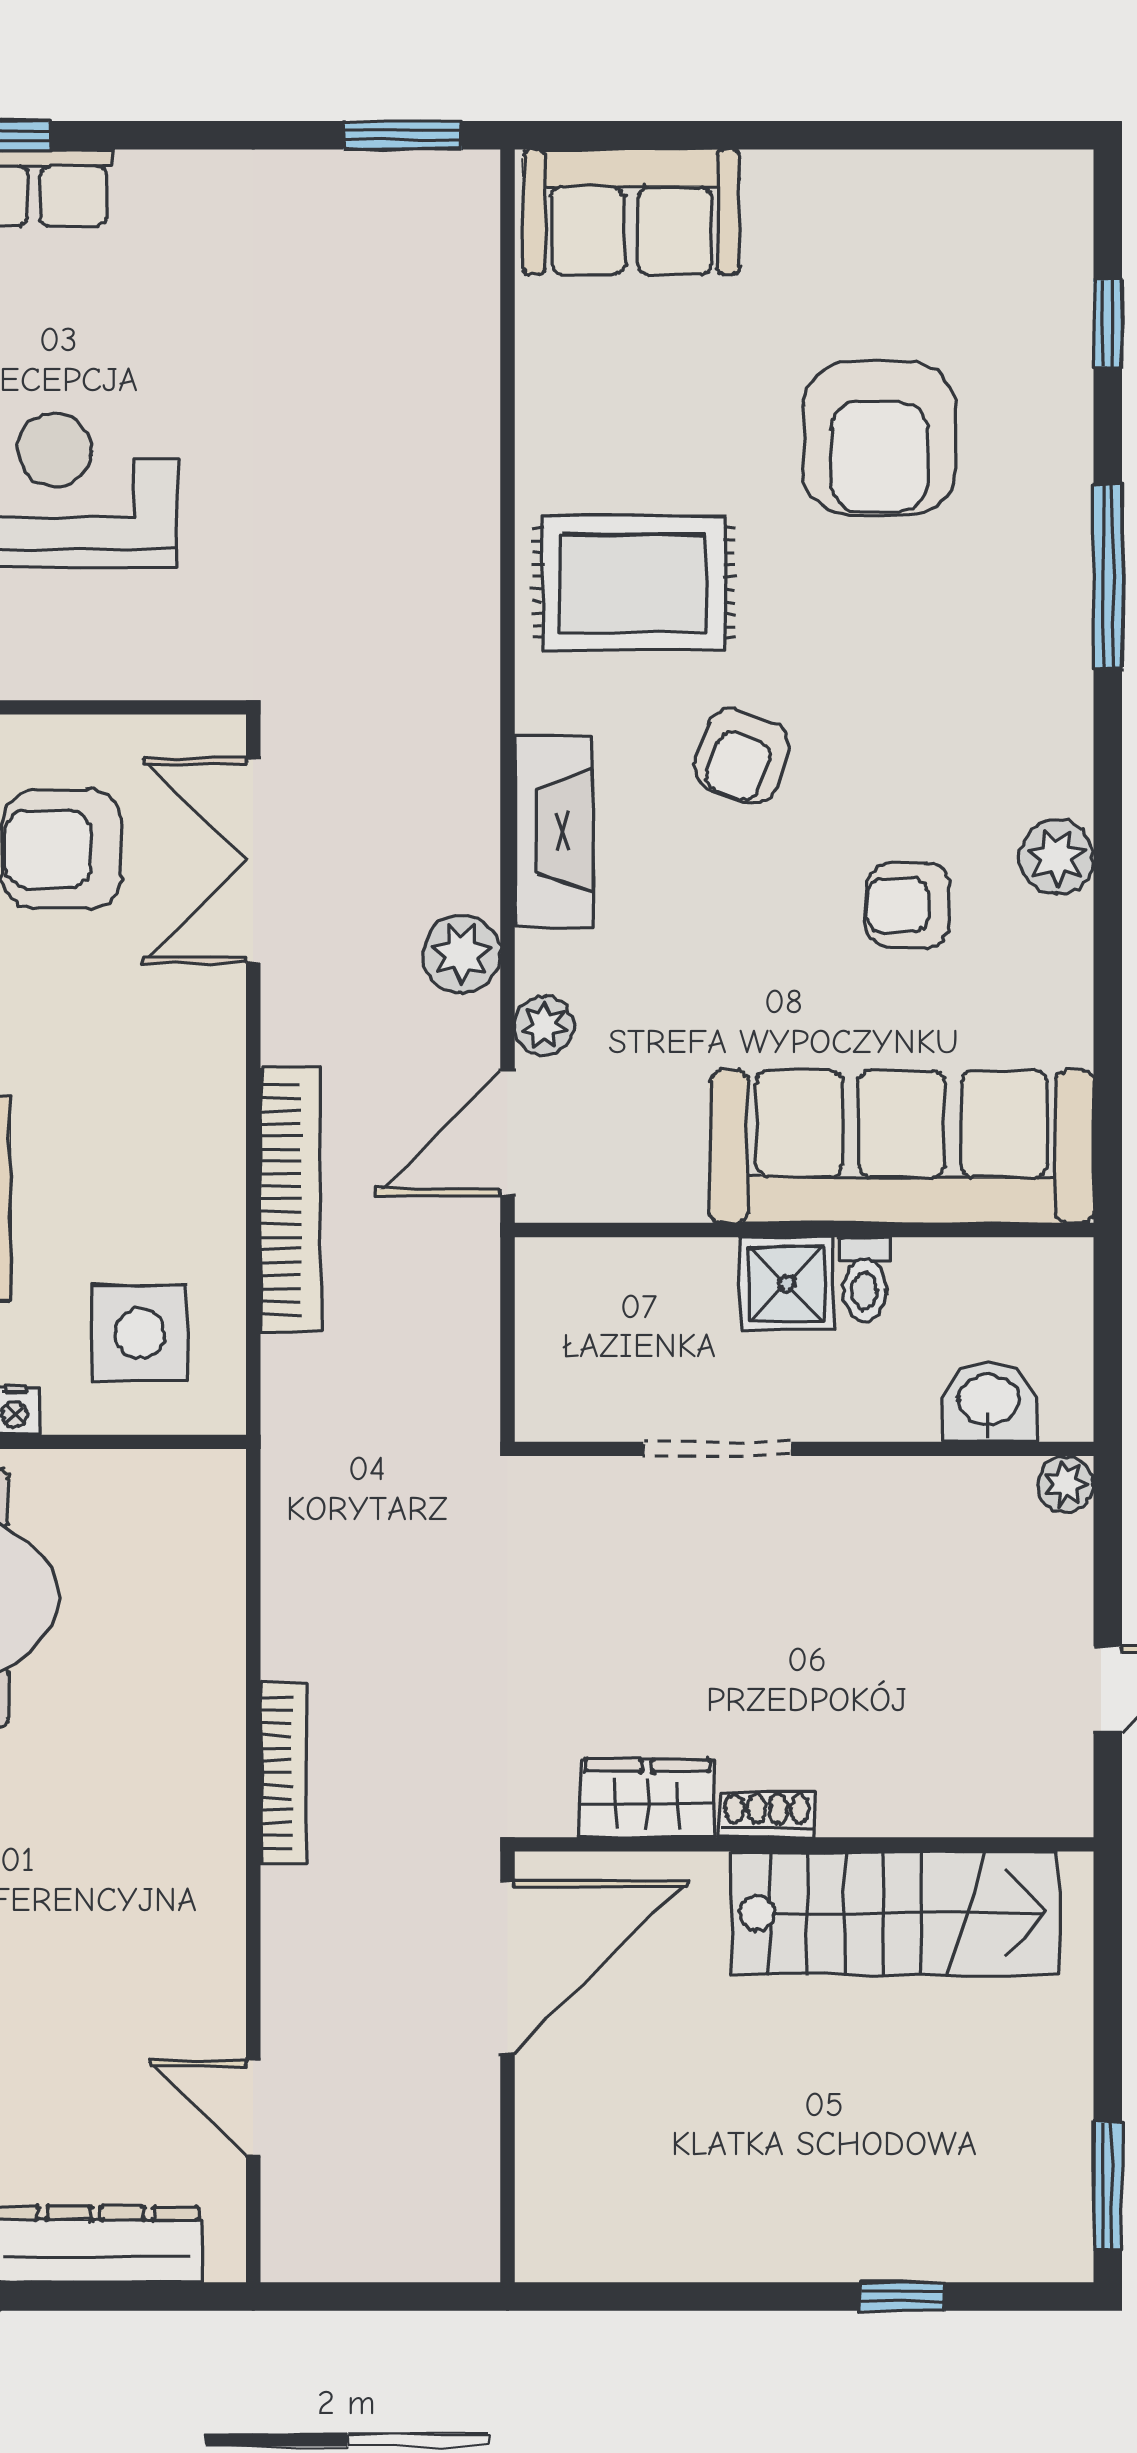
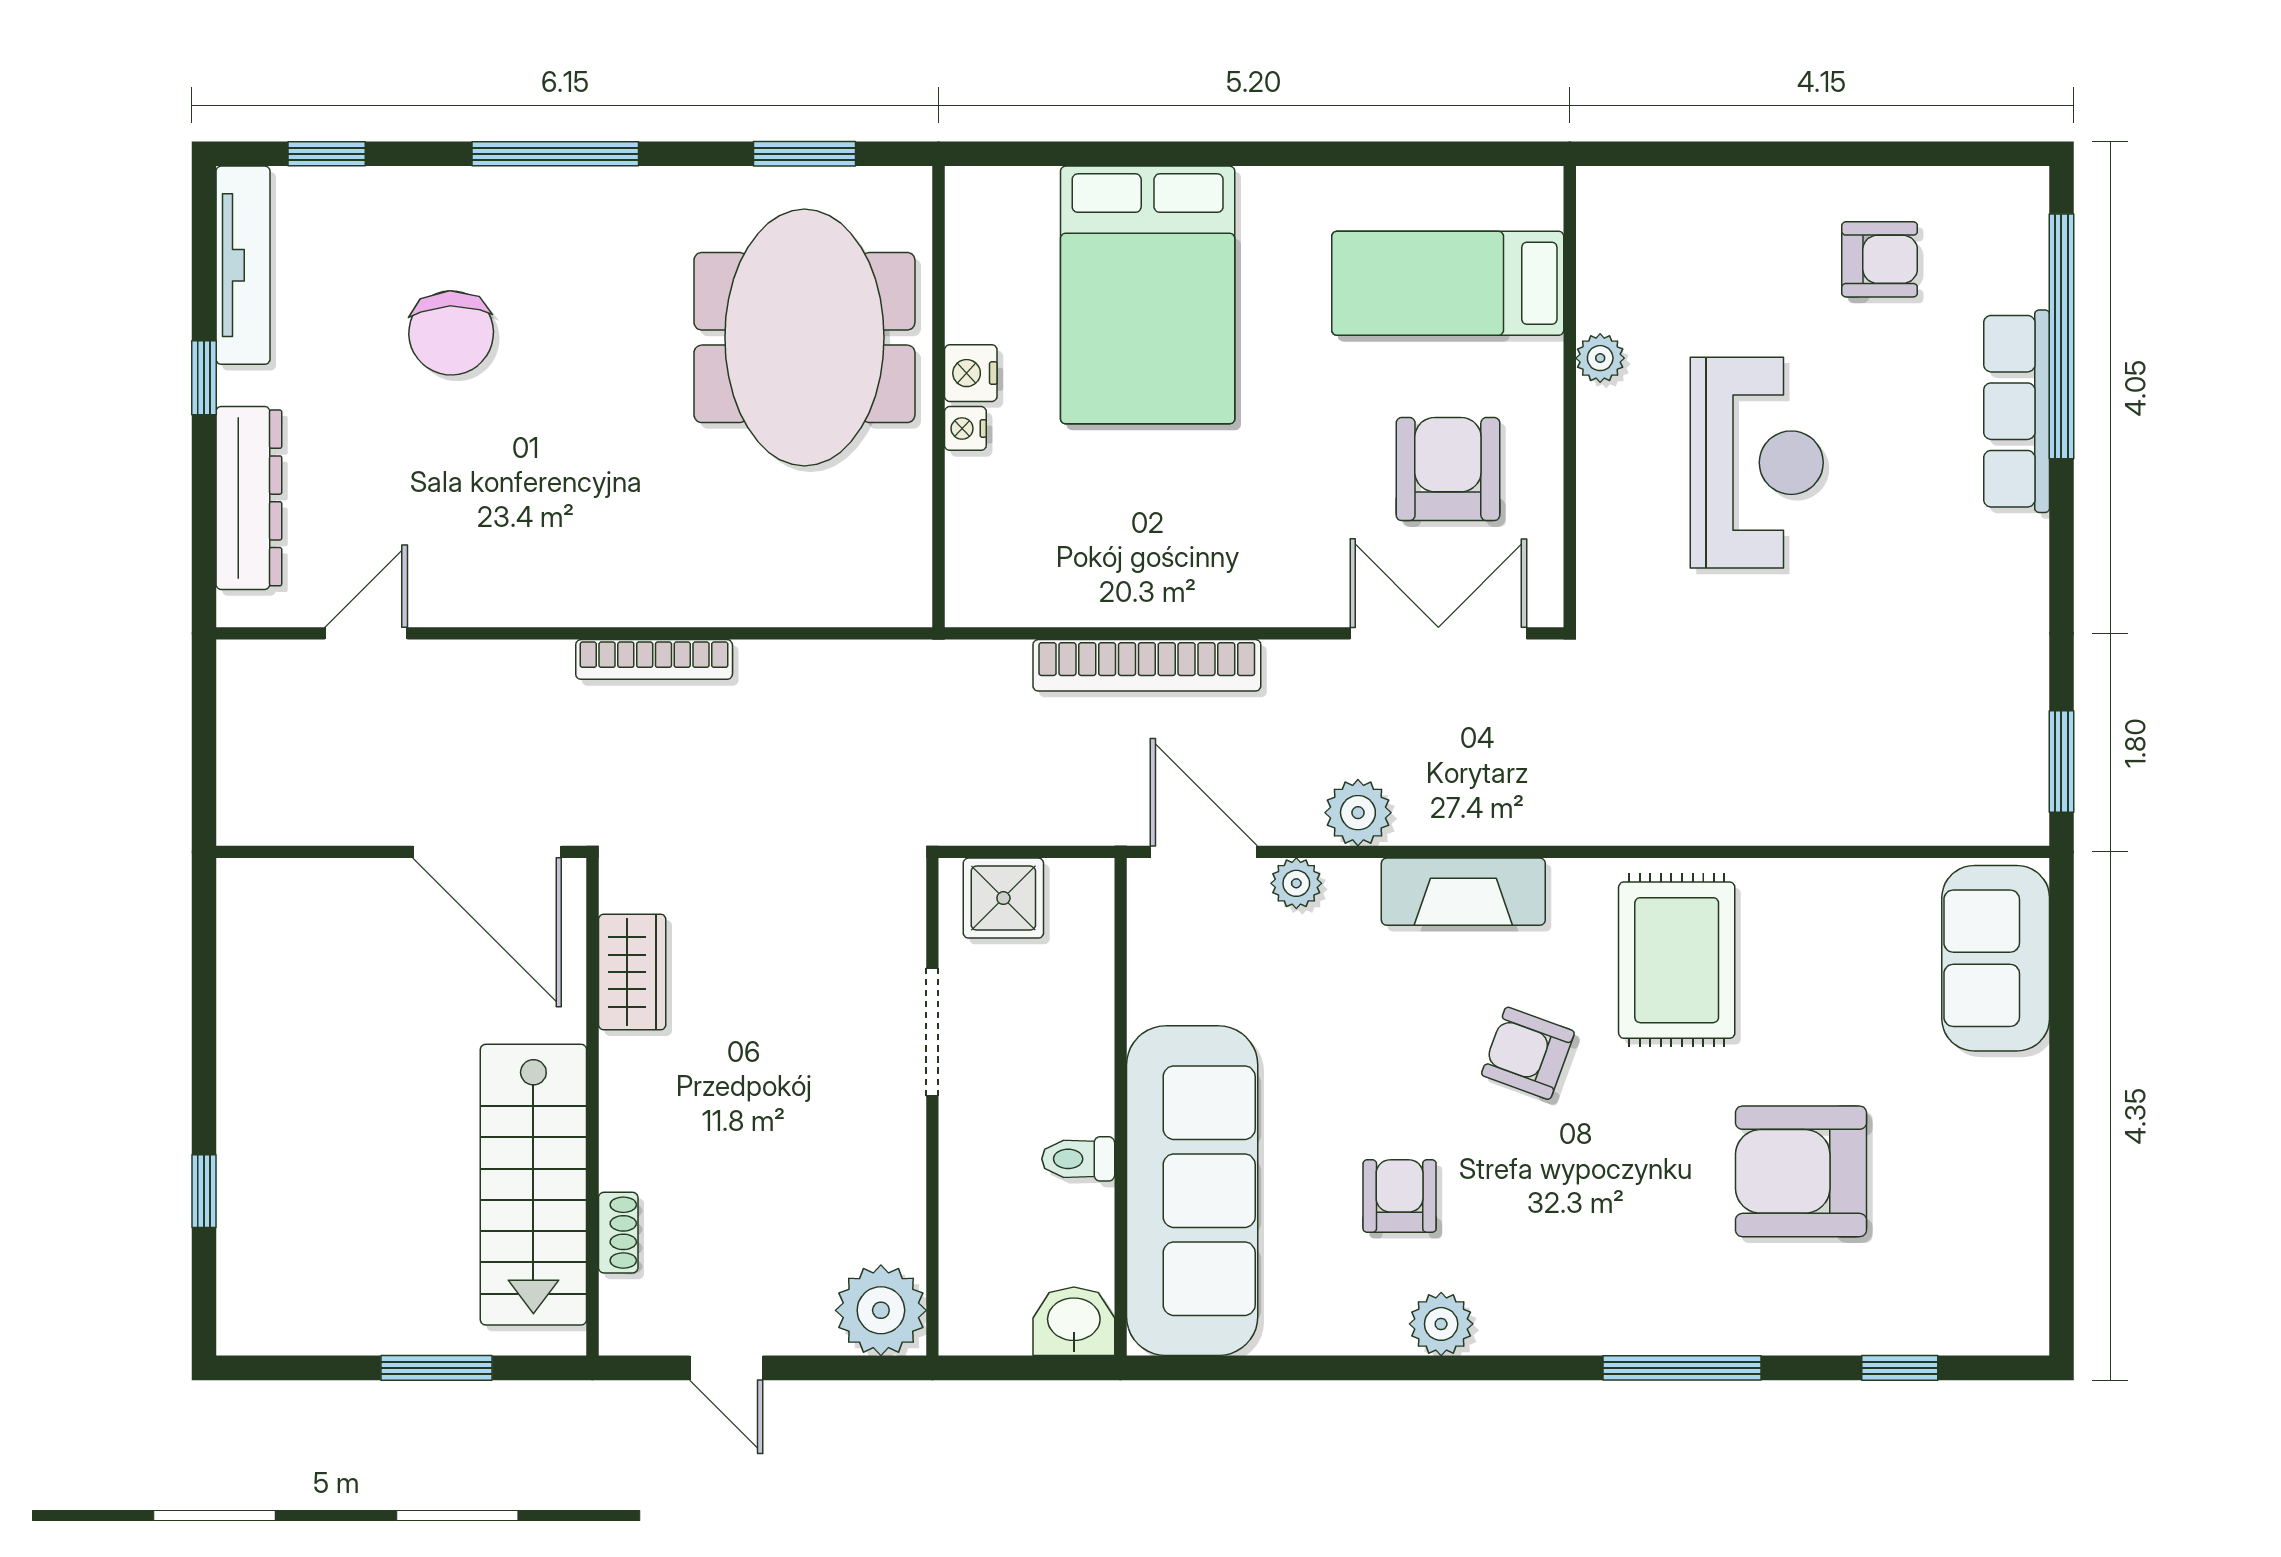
shower: (787, 1284) -> (1003, 898), moved
side table: (140, 1334) -> (1032, 536), removed
washbasin: (989, 1402) -> (1074, 1321), moved, turned -90
plant: (1066, 1484) -> (881, 1310), width x1.88, depth x1.88
shoe rack: (767, 1815) -> (618, 1233), moved
window: (1108, 2186) -> (436, 1368), moved

